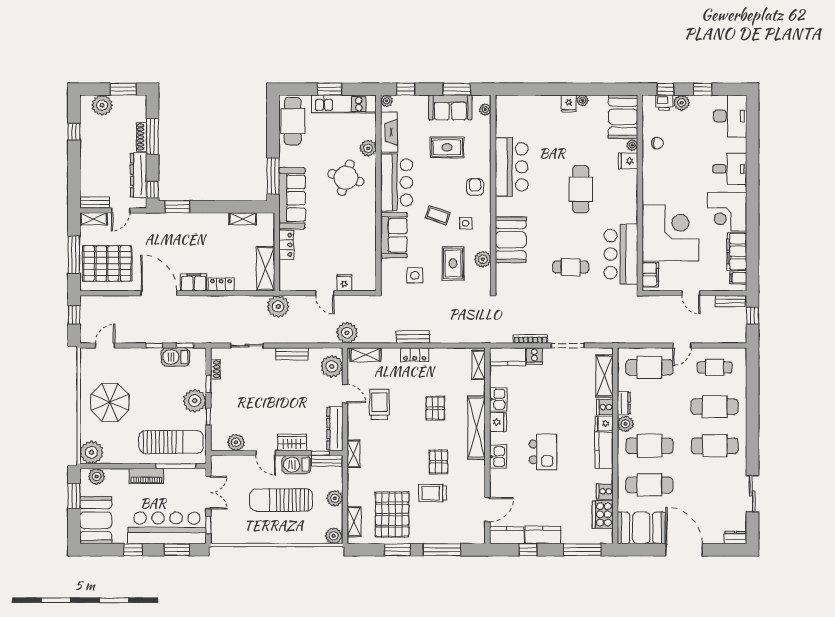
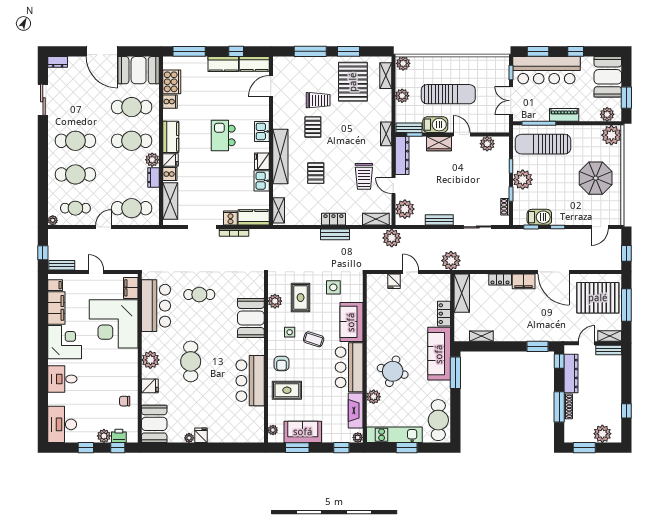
plant: (632, 145) -> (150, 360), moved, width x1.88, depth x1.88
rug: (447, 147) -> (287, 390), moved
plant: (741, 353) -> (53, 220), added

